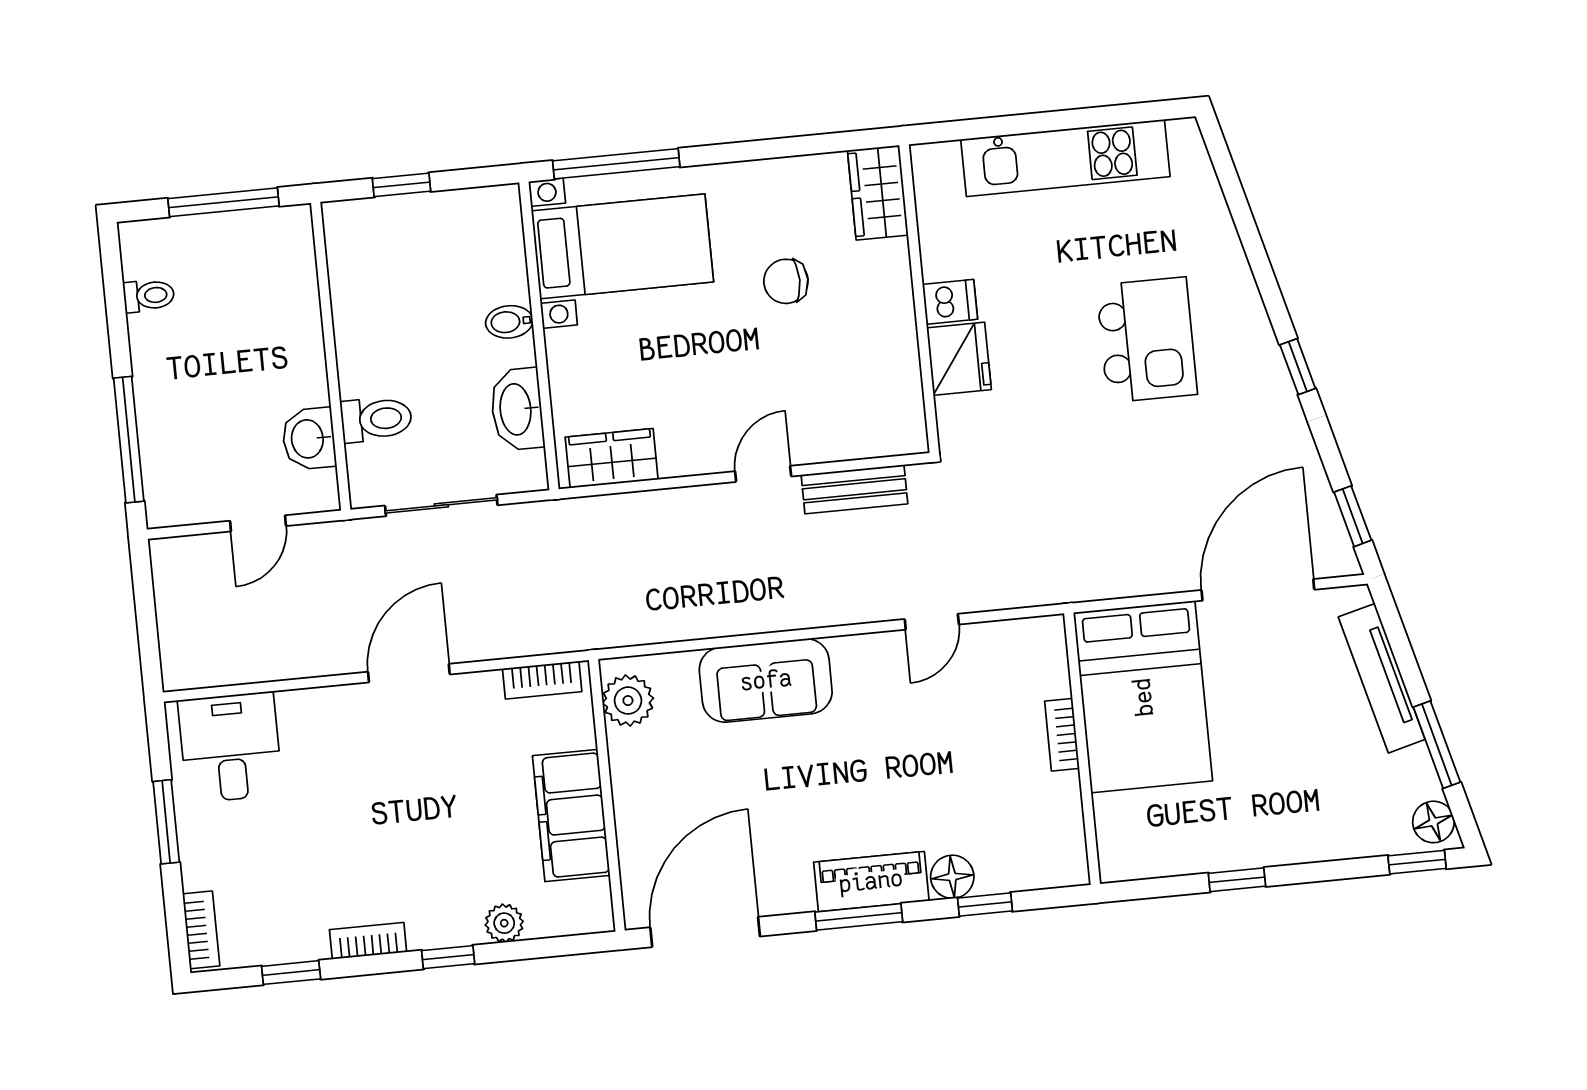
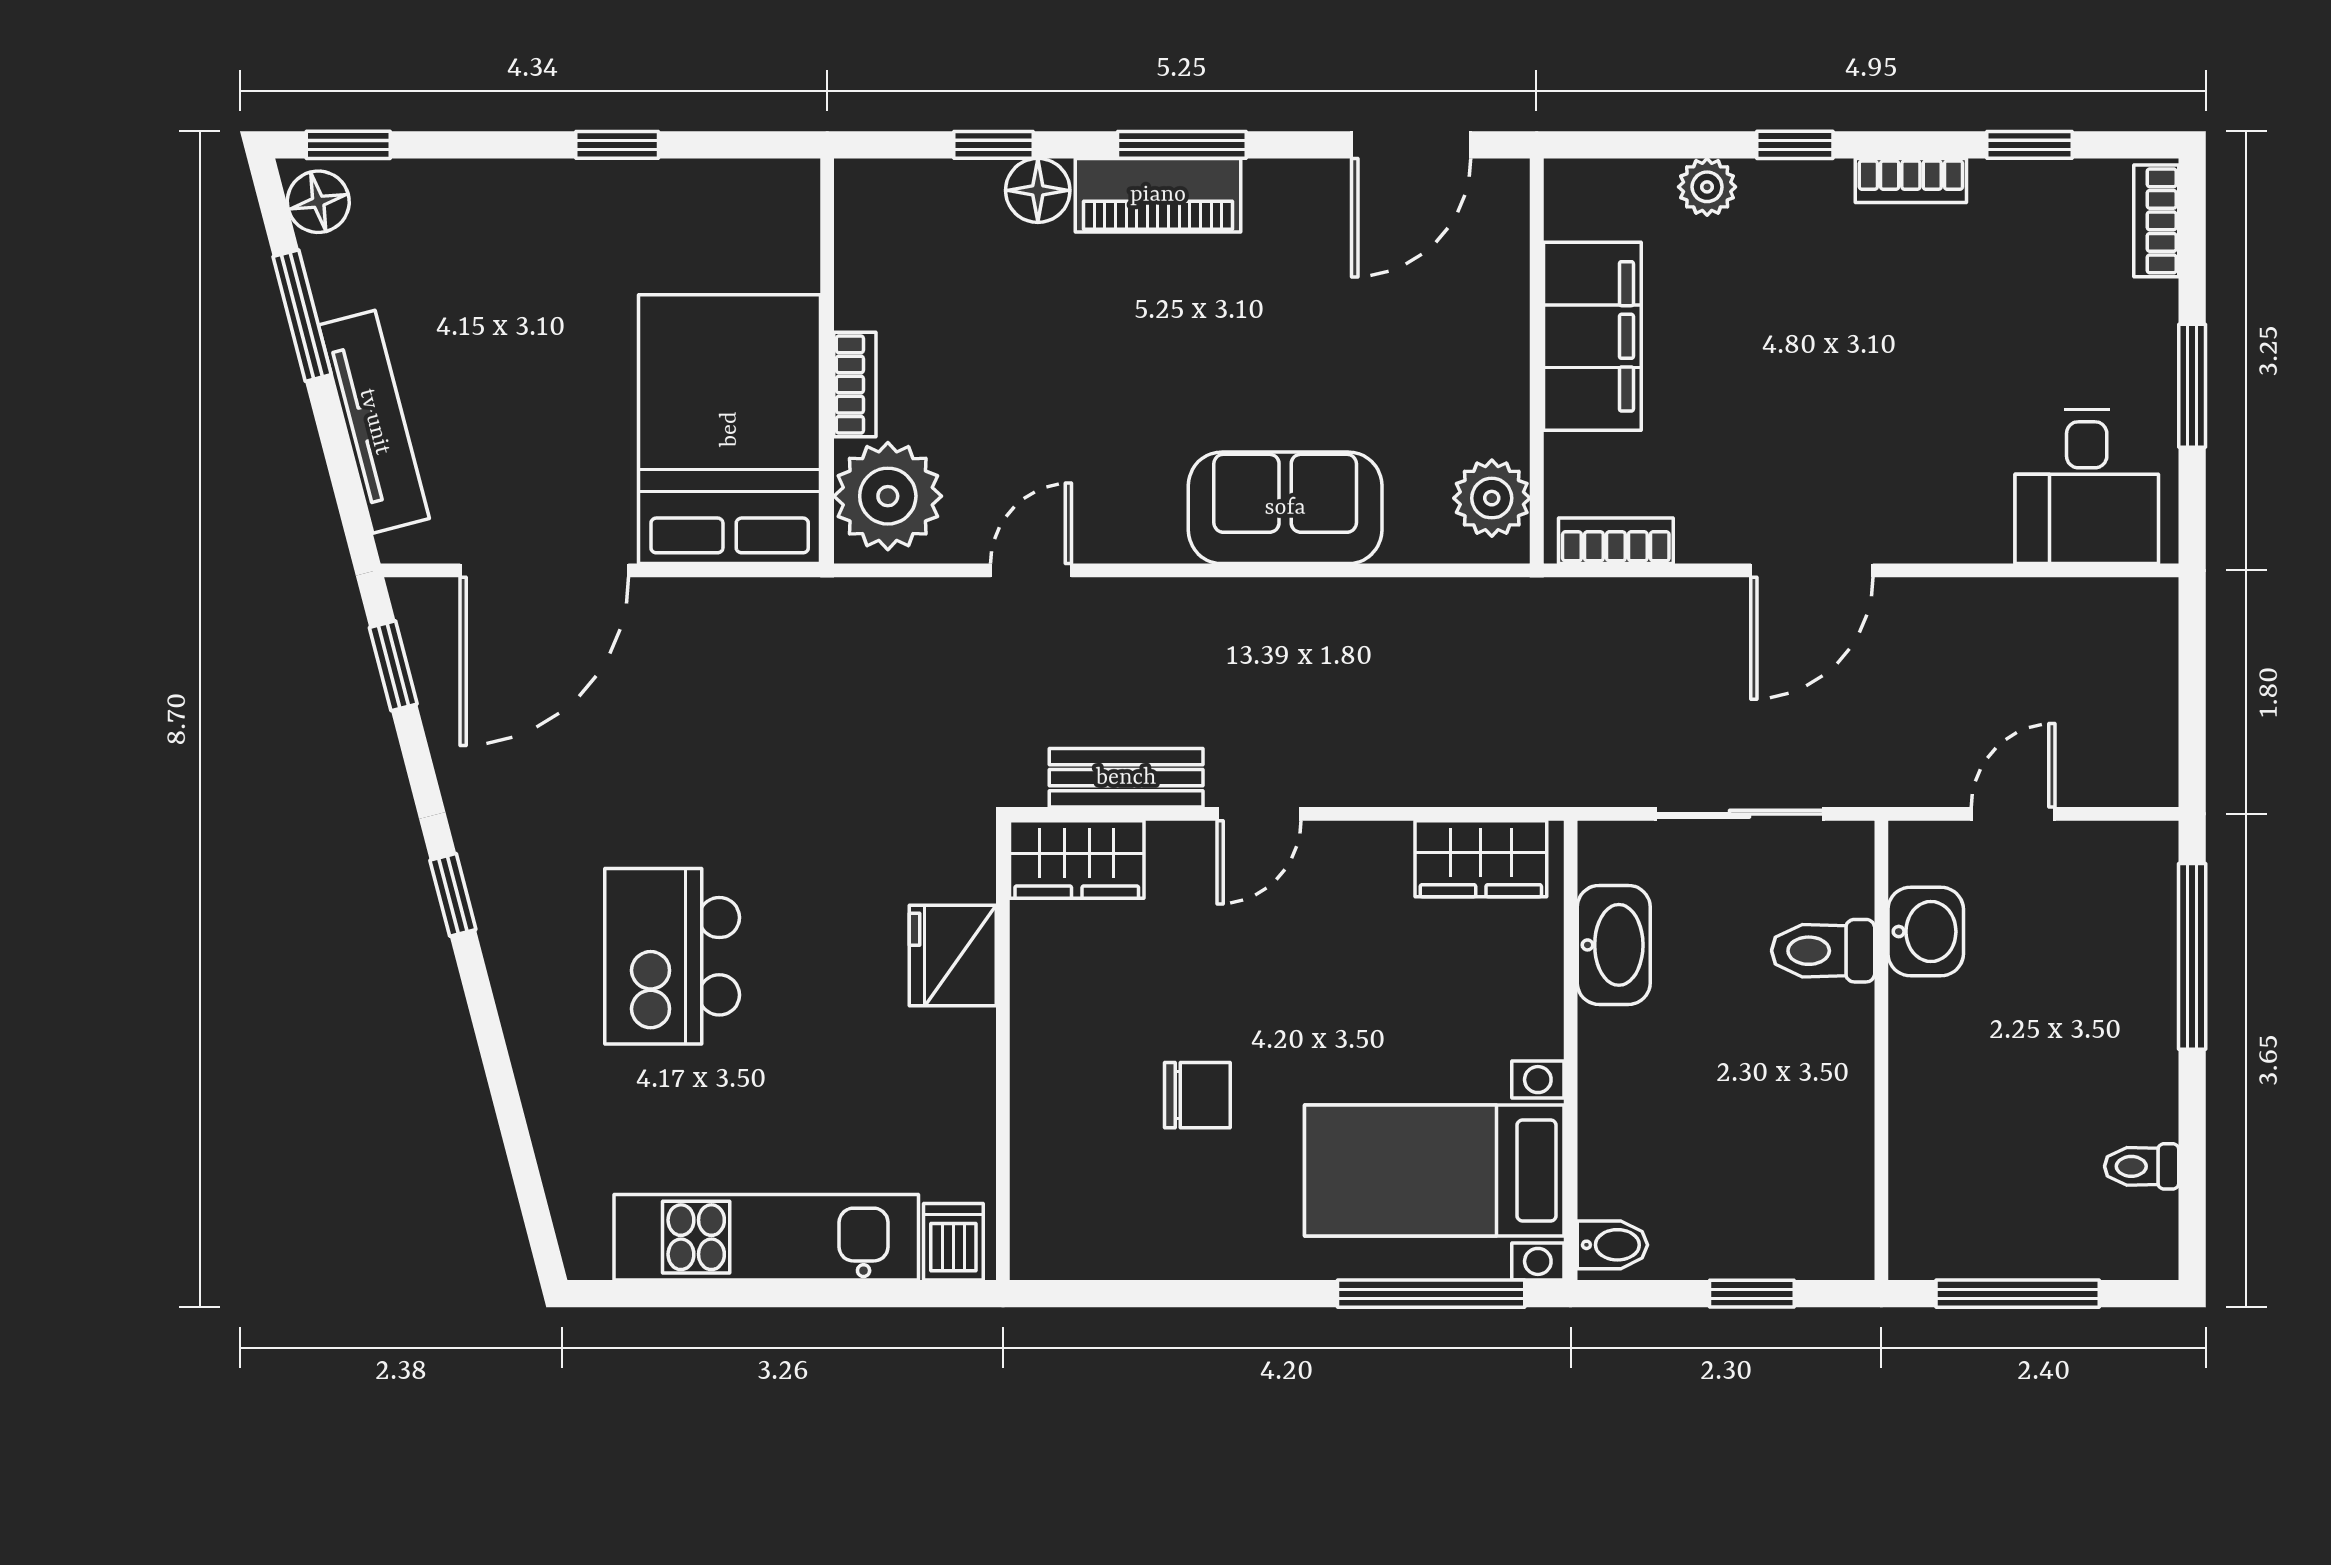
wardrobe: (878, 193) -> (1077, 859), moved, turned 90
dishwasher: (950, 302) -> (953, 1242), moved, turned 90
bidet: (509, 322) -> (1612, 1245), moved
plant: (1033, 662) -> (888, 496), added
door: (705, 932) -> (1411, 145), width x0.73

